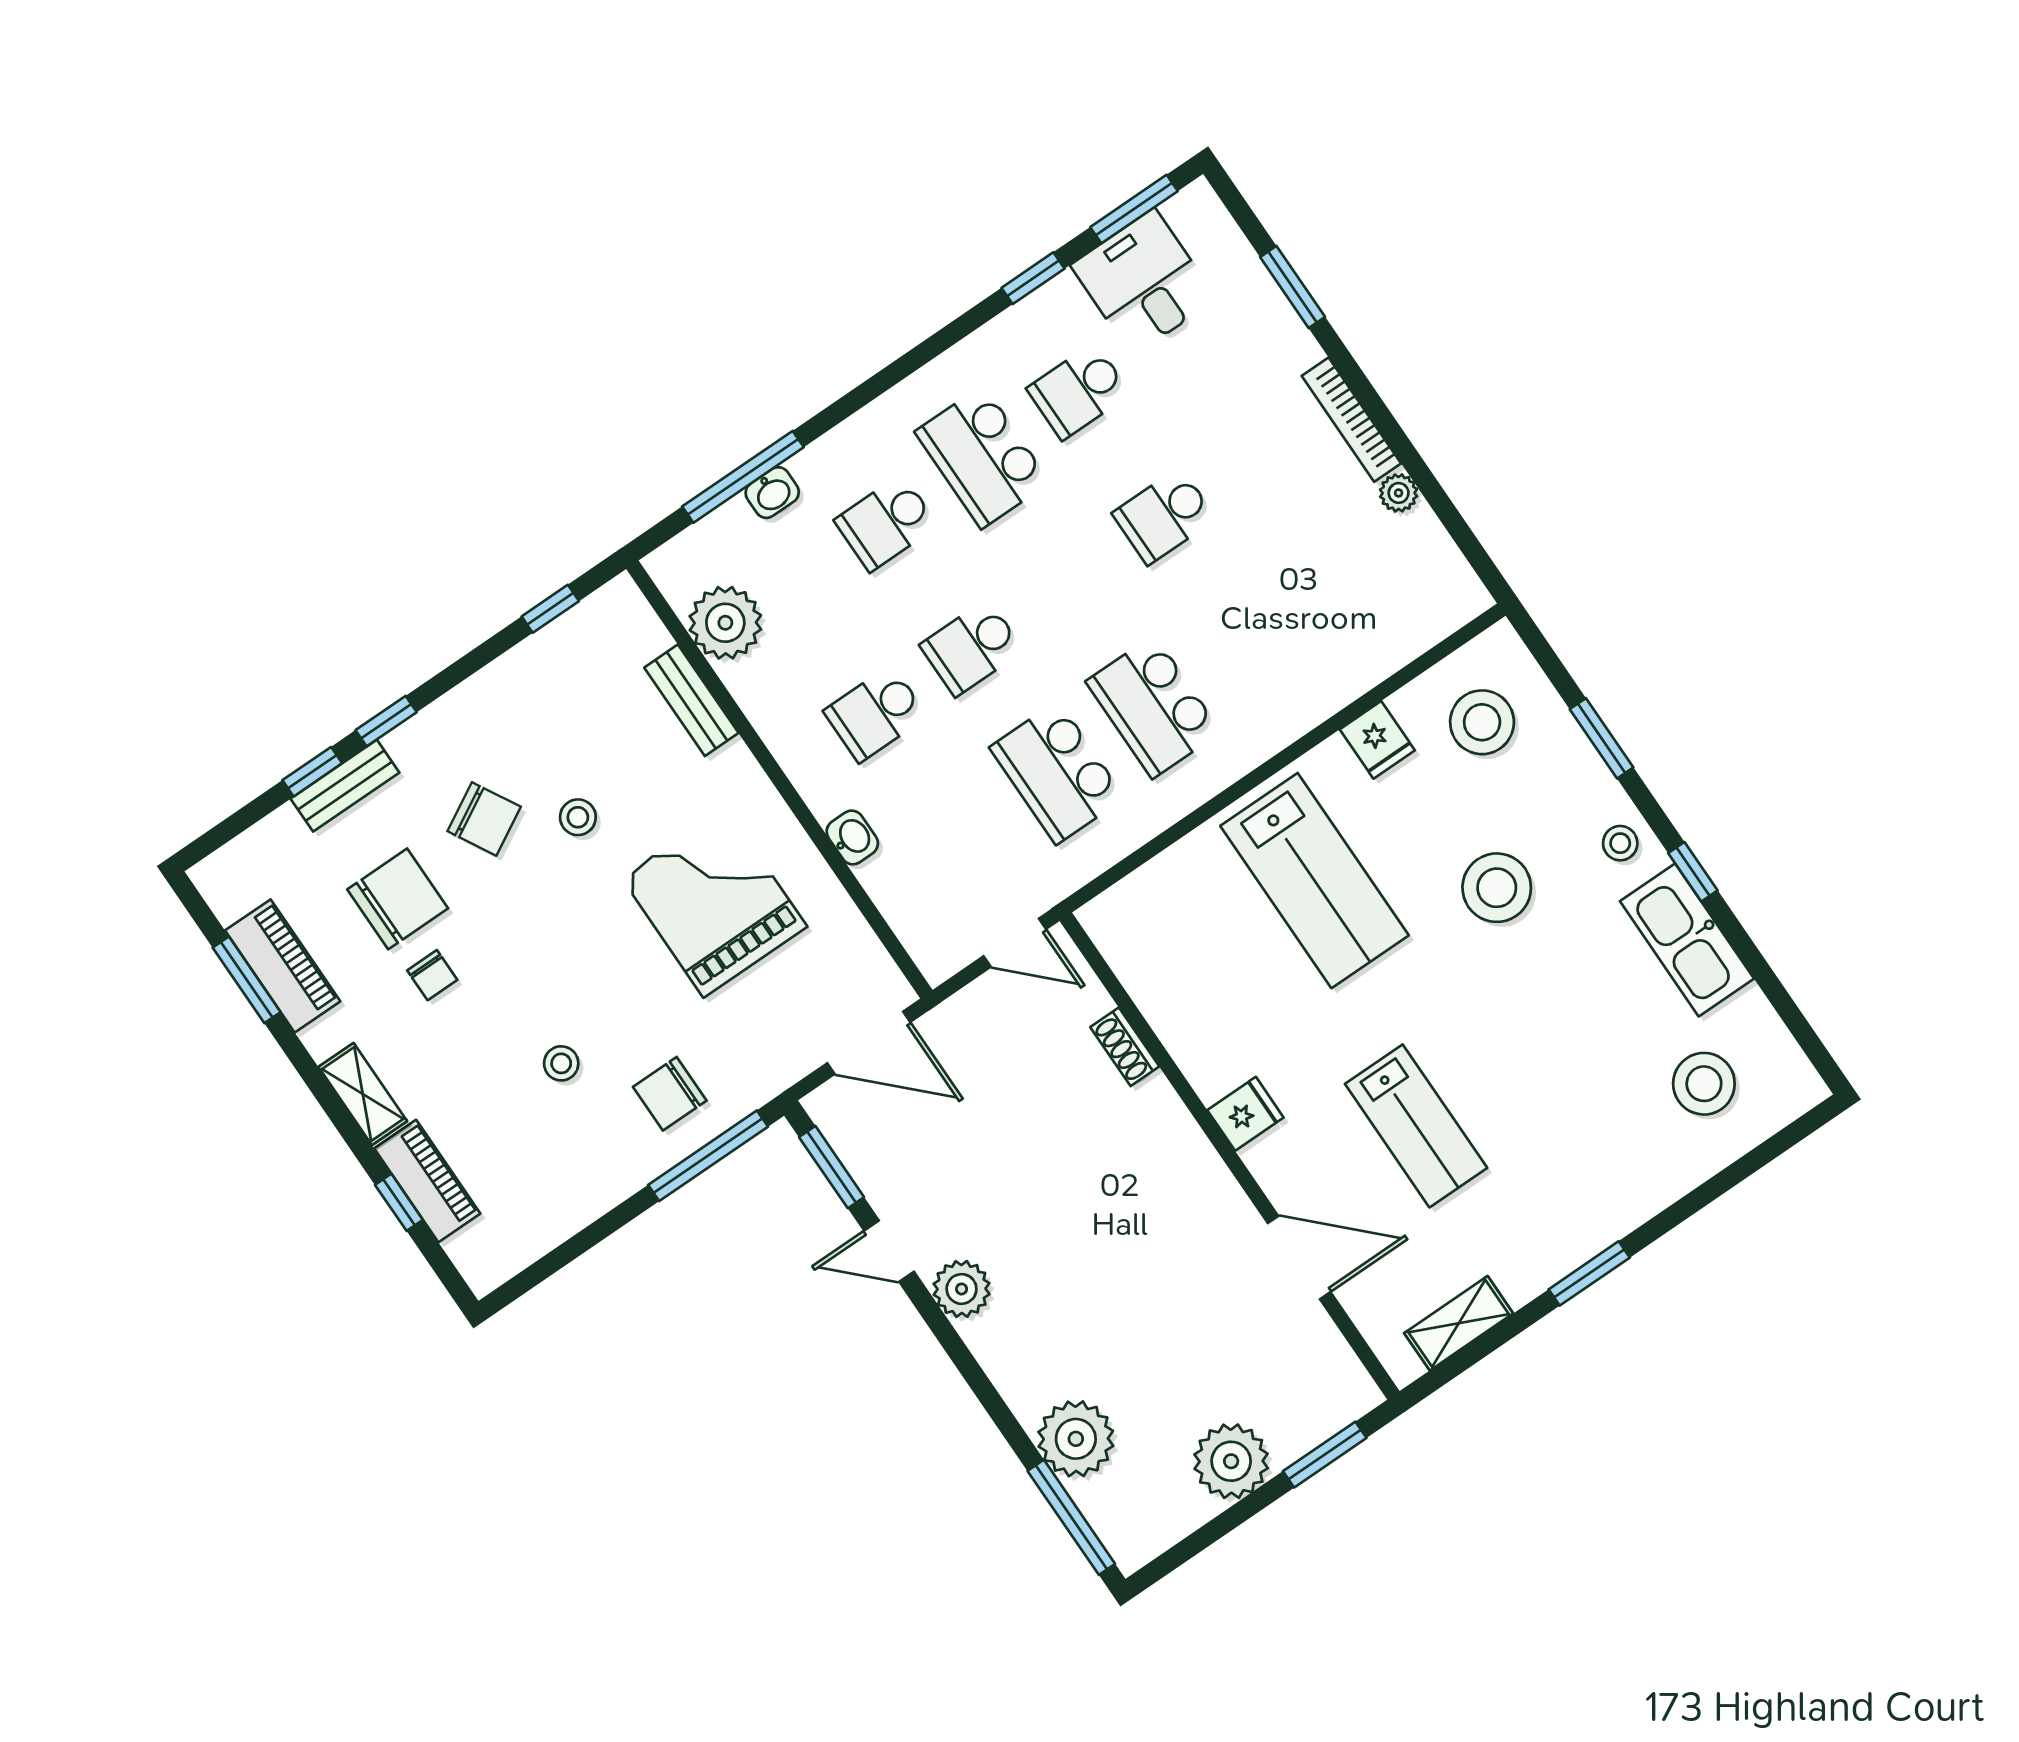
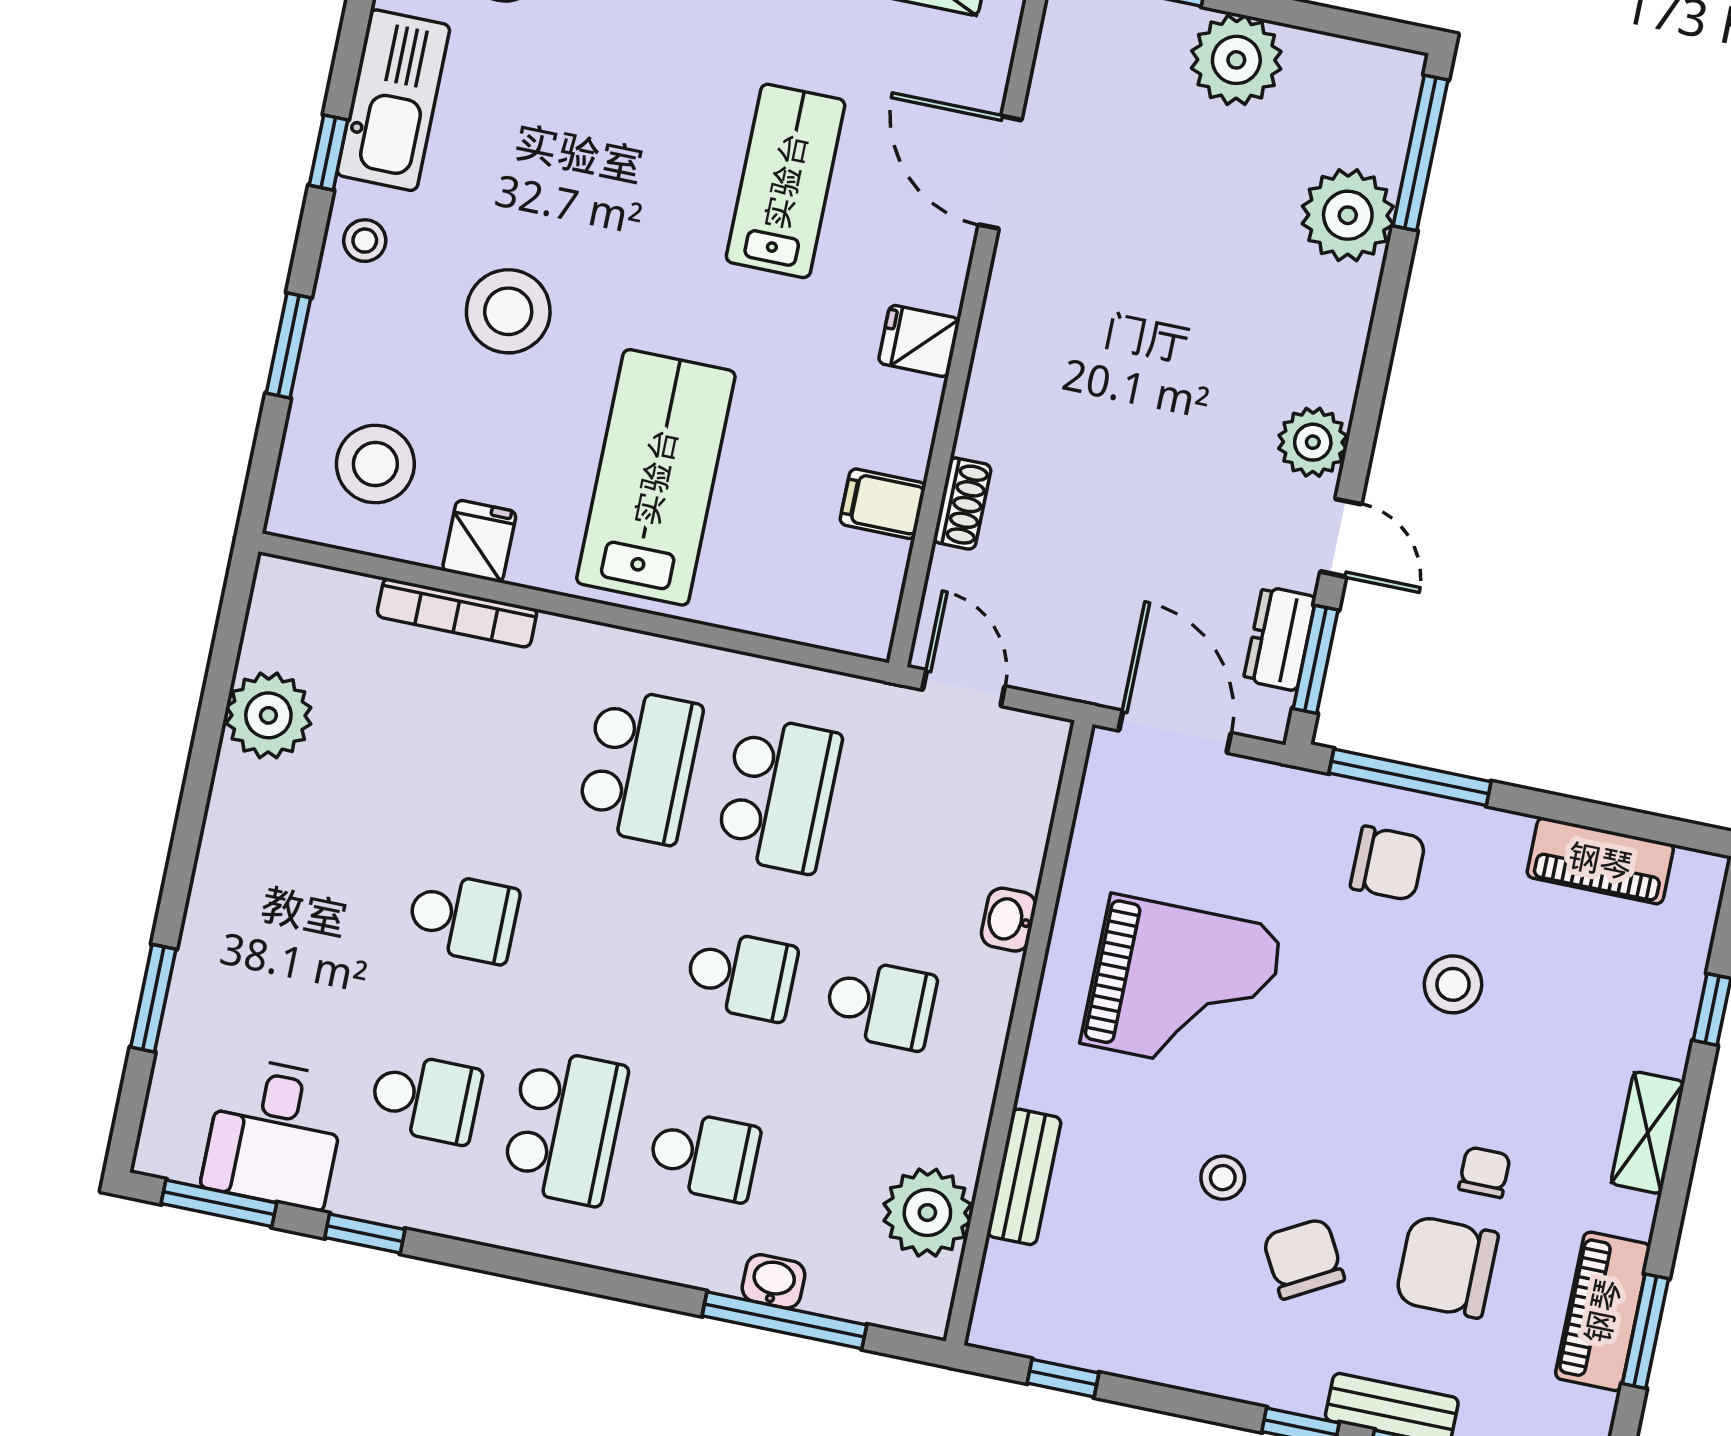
bookcase: (1351, 420) -> (457, 613), moved, turned 90
plant: (1399, 493) -> (268, 715), width x1.88, depth x1.88
grand piano: (714, 902) -> (1182, 986), turned -90
filing cabinet: (1170, 1000) -> (883, 504), added
stool: (561, 1063) -> (1453, 984), width x1.37, depth x1.37
dresser: (864, 1158) -> (1280, 639), added
piano: (427, 1181) -> (1600, 861), moved, turned -90

